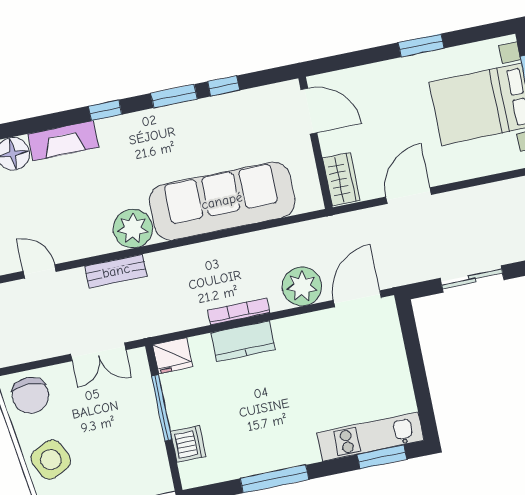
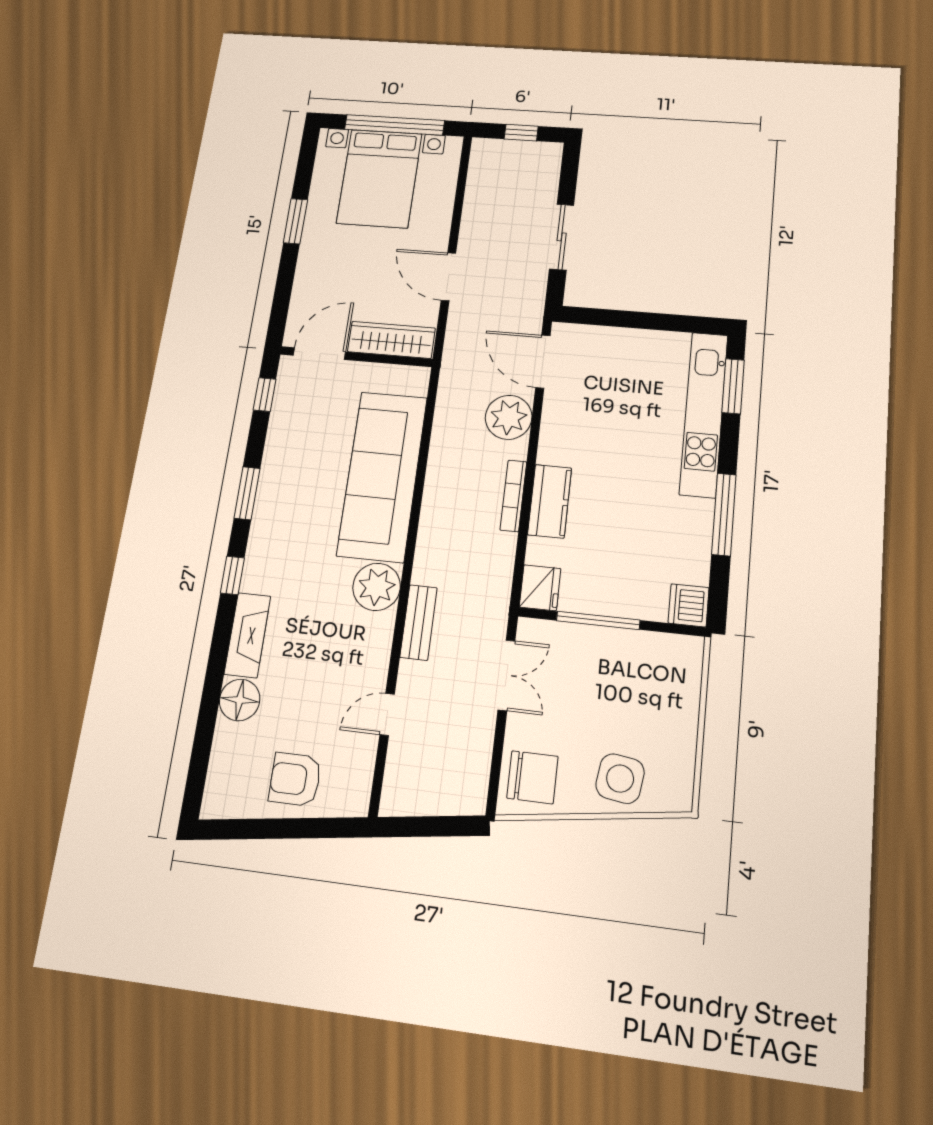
window: (224, 86) -> (265, 395), moved
wardrobe: (341, 179) -> (391, 340), width x1.50
kitchen unit: (370, 437) -> (704, 414), width x1.36
dishwasher: (188, 444) -> (689, 605), moved, turned -90
side table: (51, 460) -> (620, 779), turned 34

